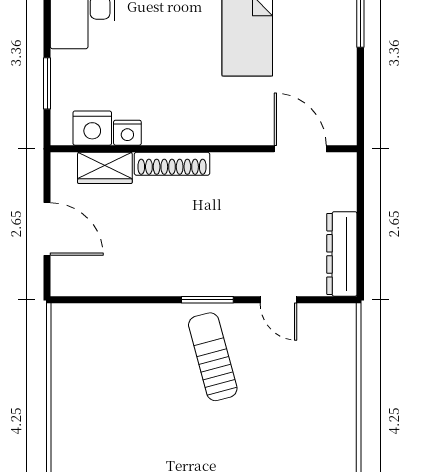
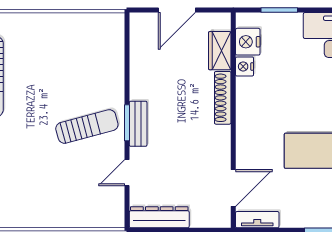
tv unit: (345, 115) -> (257, 220), added
bench: (209, 284) -> (138, 124), added

